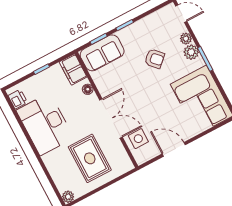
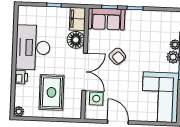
armchair: (155, 59) -> (117, 56), moved
floor lamp: (88, 89) -> (76, 40), width x1.89, depth x1.89
printer: (18, 99) -> (21, 77), moved

